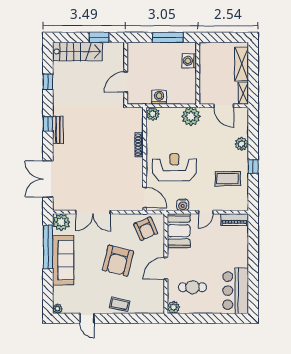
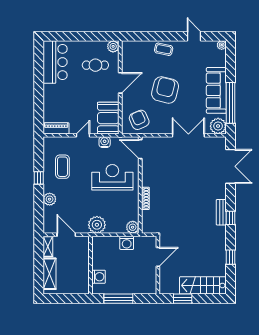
reception desk: (174, 167) -> (112, 177), turned 180
coffee table: (228, 179) -> (62, 167), turned 90

